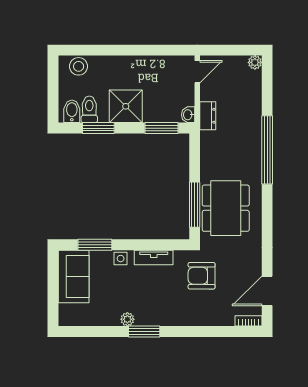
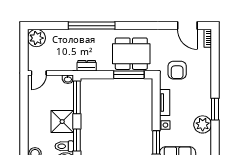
plant: (255, 62) -> (36, 38), width x1.88, depth x1.88
door: (197, 72) -> (39, 73), swing flipped
dresser: (208, 116) -> (87, 66), moved
window: (161, 128) -> (77, 97), width x1.44
plant: (127, 319) -> (203, 124), width x1.88, depth x1.88

